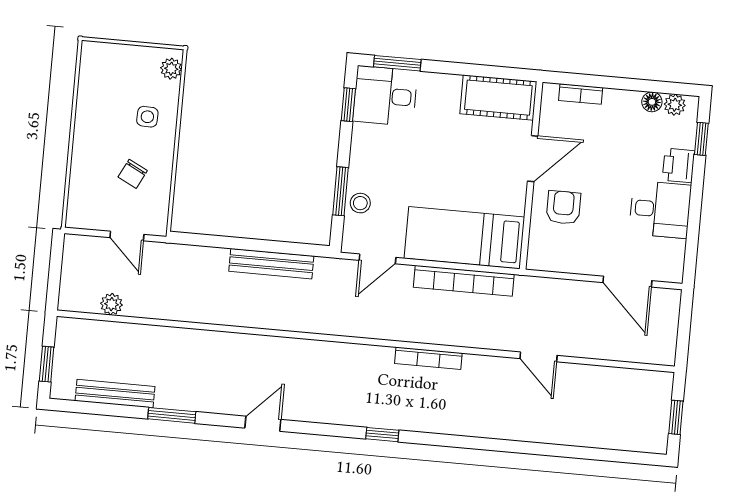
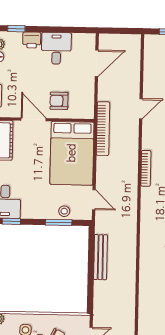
bed: (464, 238) -> (72, 153), width x1.50
bookcase: (464, 281) -> (103, 129), moved

